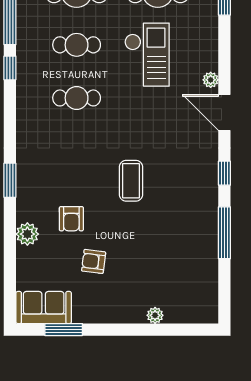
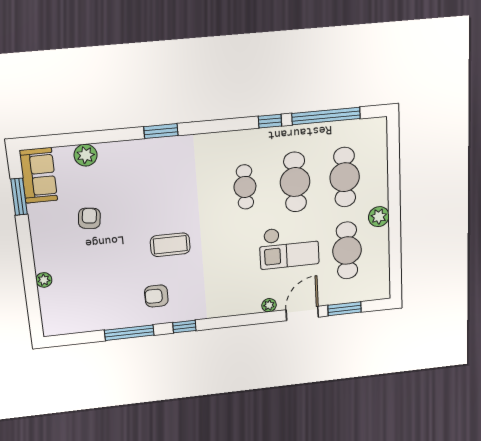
cafe table: (77, 45) -> (295, 182), width x1.37, depth x1.35
door: (224, 112) -> (302, 313), moved
armchair: (71, 219) -> (156, 296), moved
plant: (27, 234) -> (86, 155), moved

